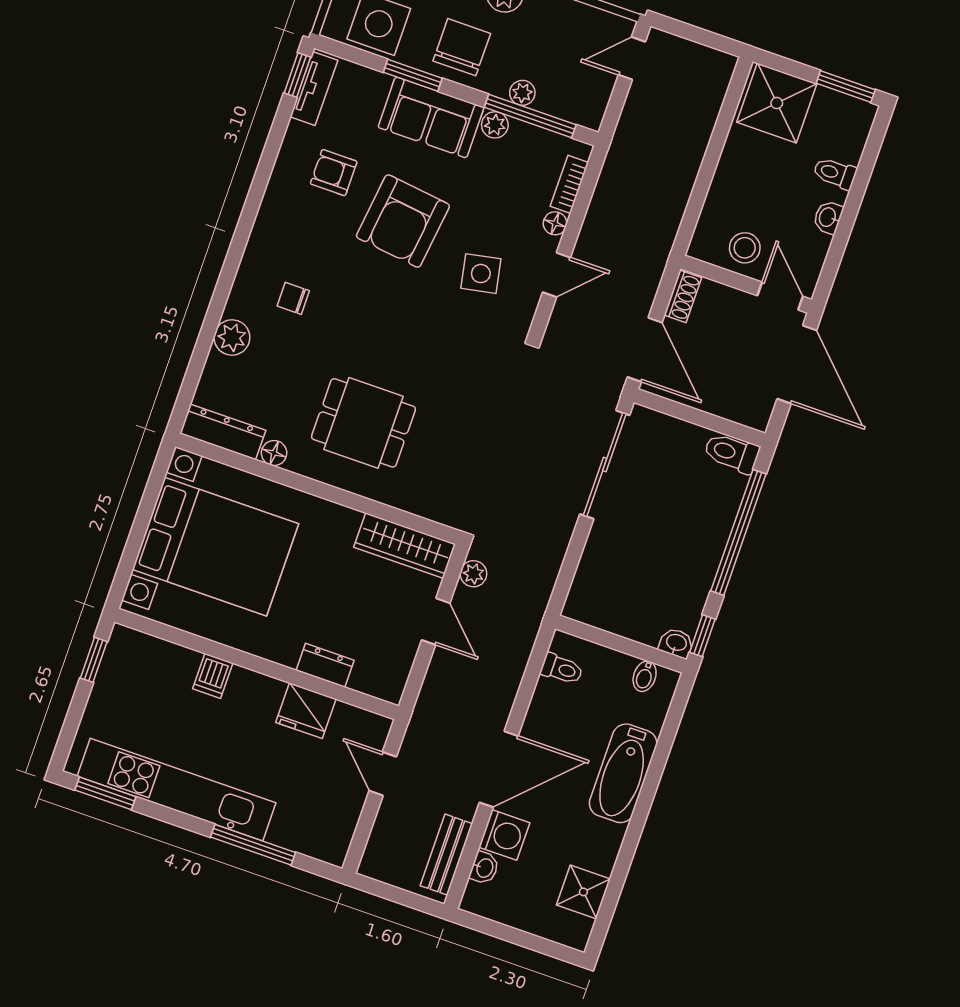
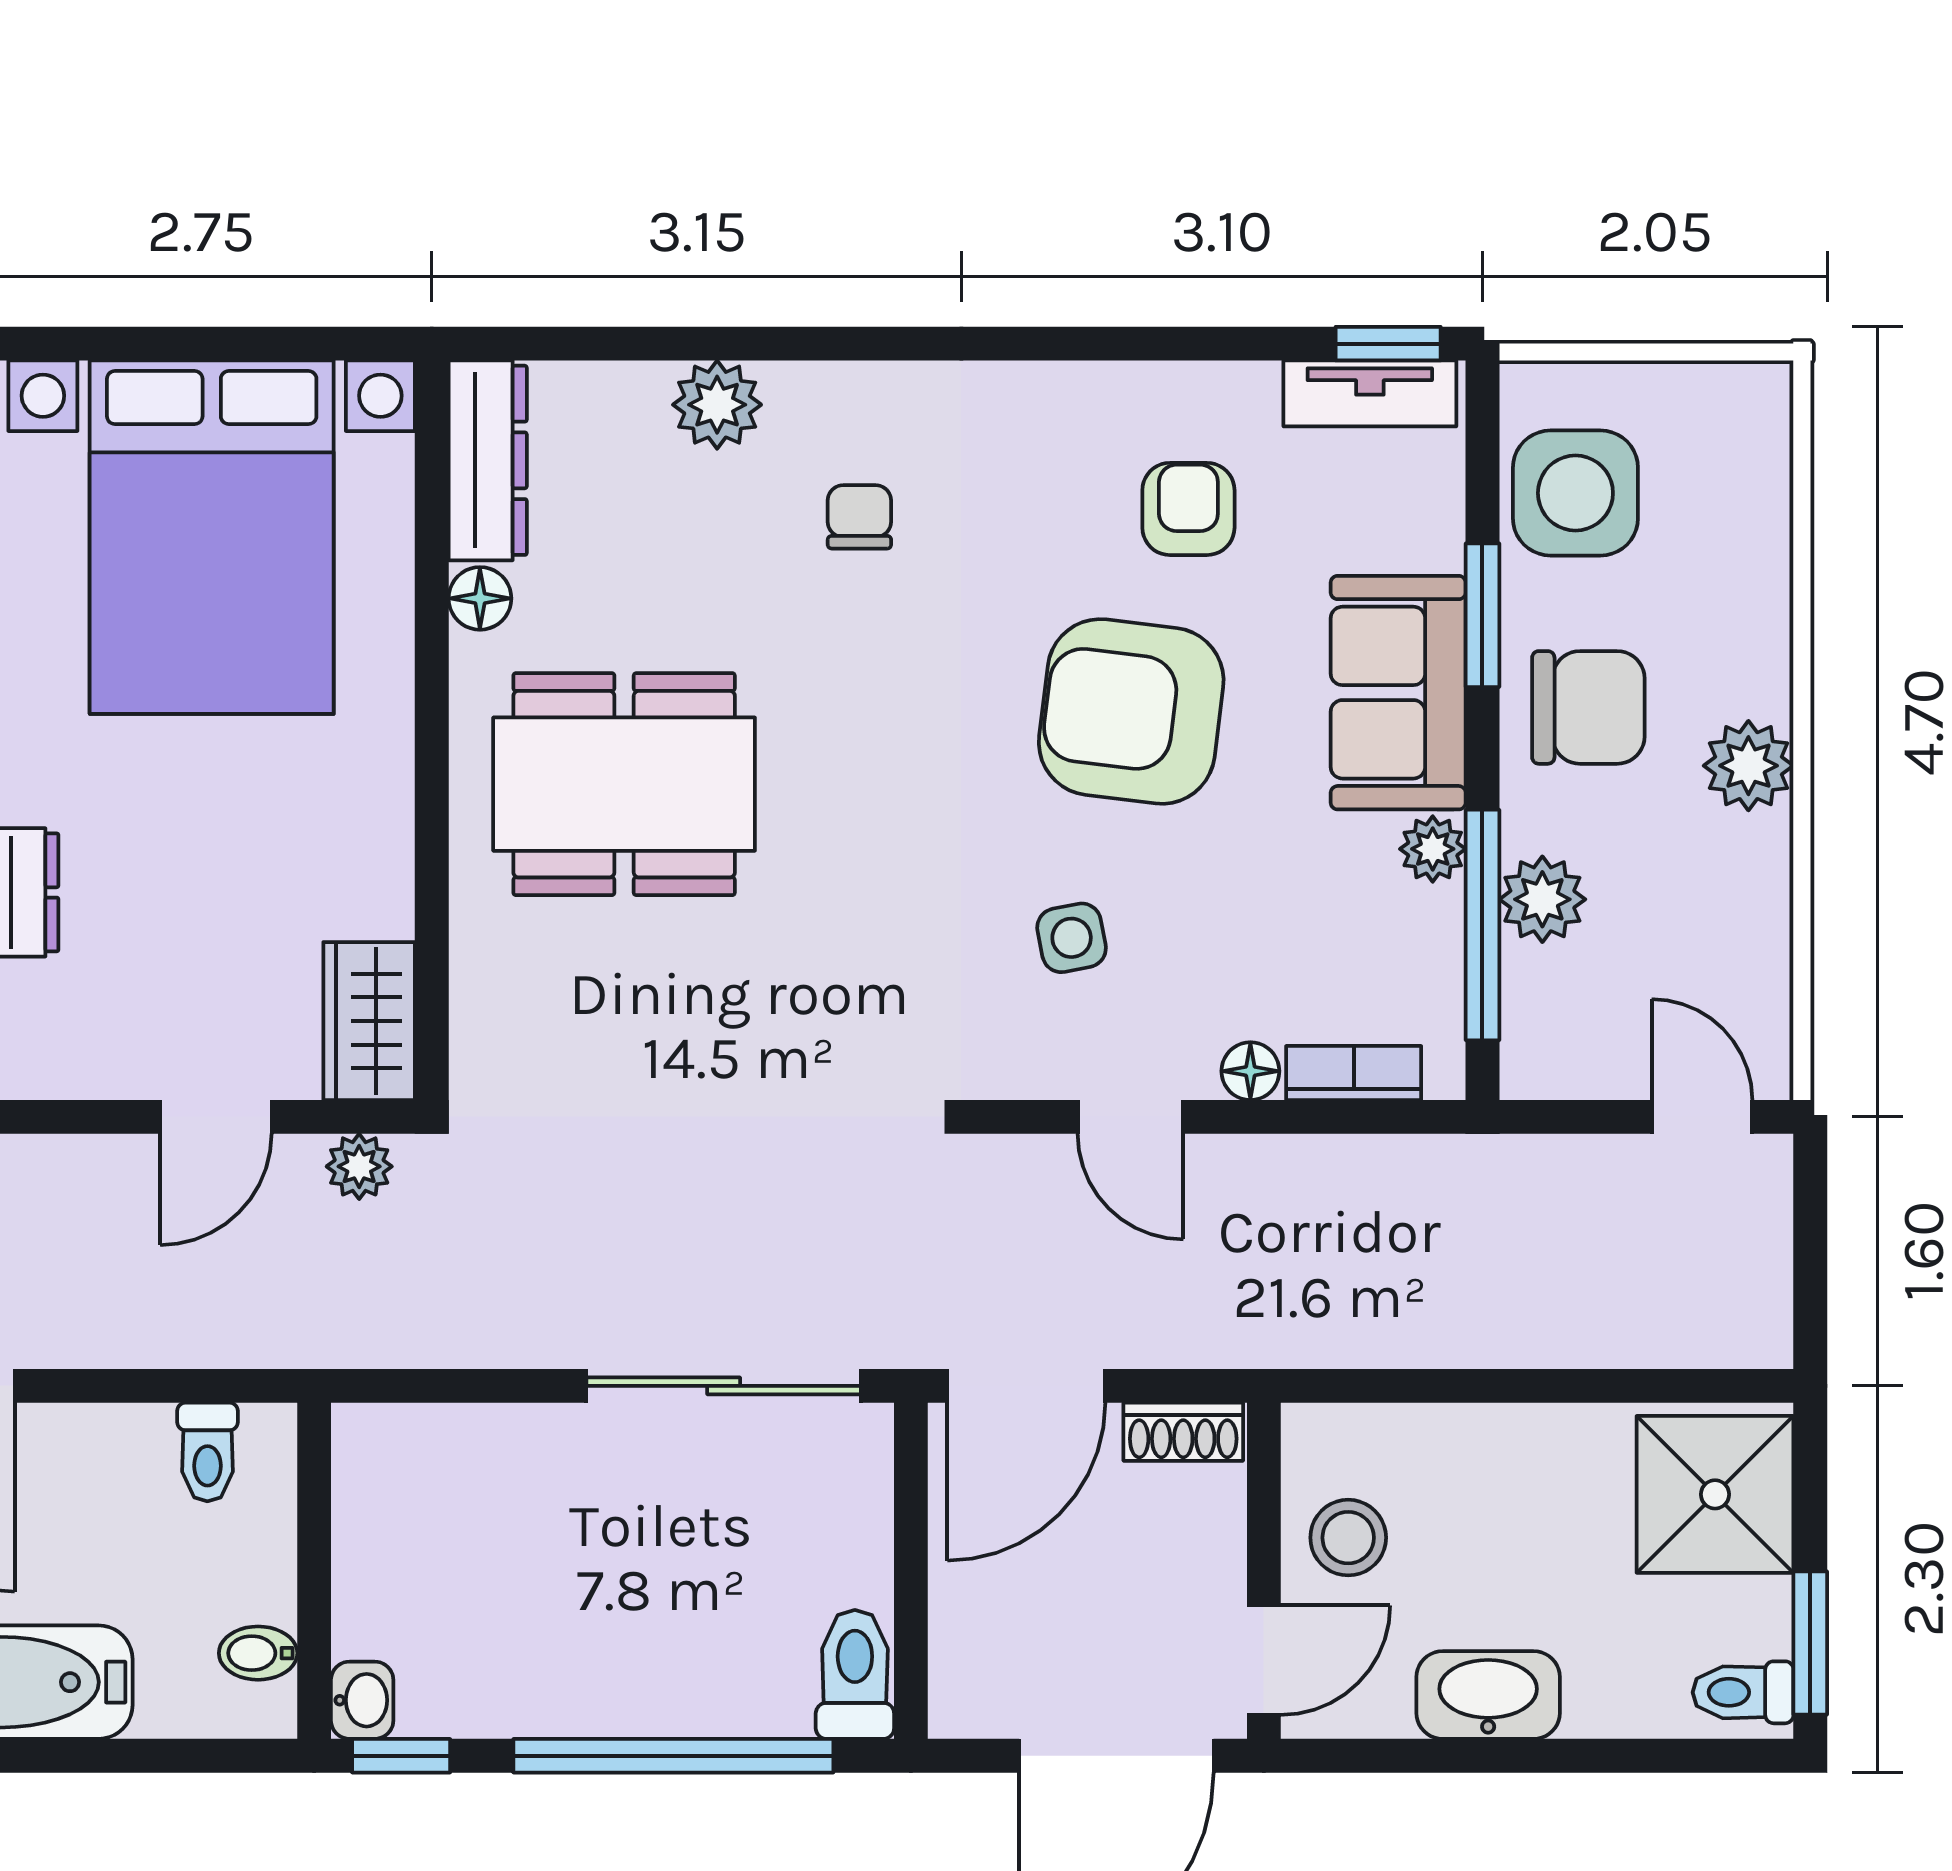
plant: (522, 93) -> (1542, 899), width x1.38, depth x1.38
toilet: (835, 173) -> (1743, 1692), moved, turned -90
washbasin: (828, 217) -> (1488, 1695), width x1.91, depth x1.45
side table: (481, 274) -> (1072, 938), width x0.73, depth x0.73
dining table: (364, 423) -> (624, 784), width x1.38
wardrobe: (405, 546) -> (369, 1021), width x0.67

